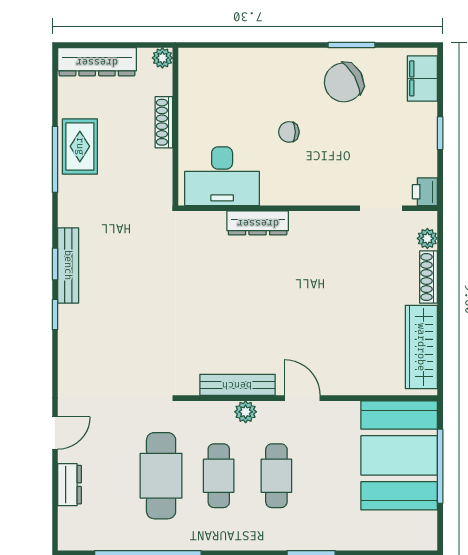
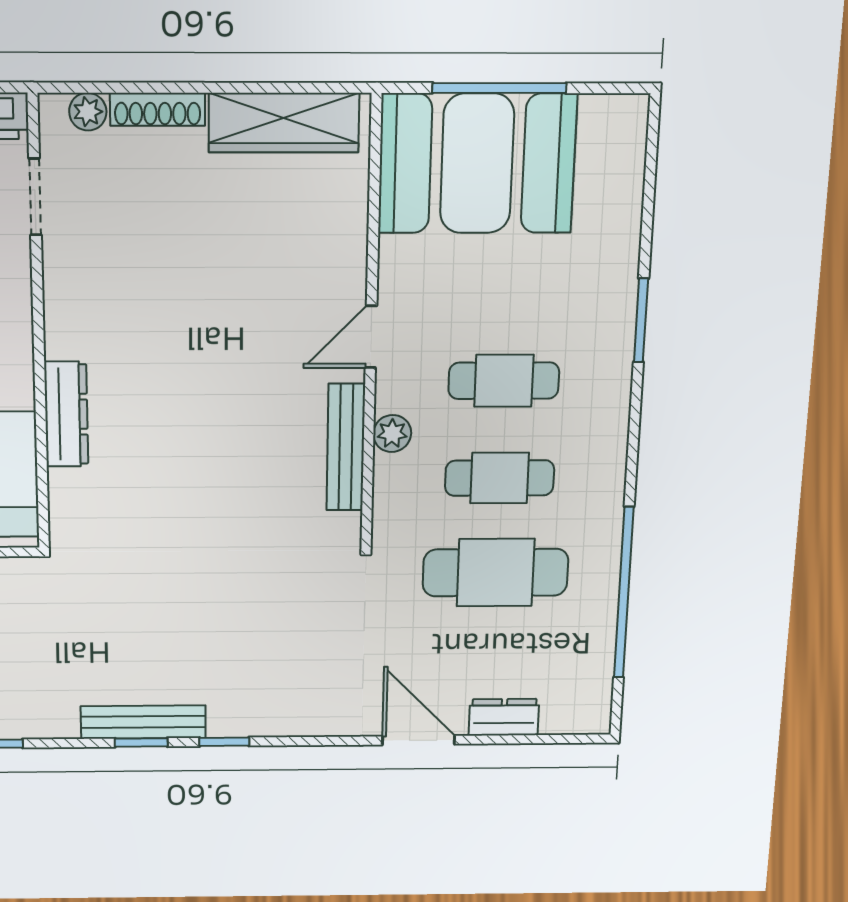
door: (55, 433) -> (419, 740), width x1.38

